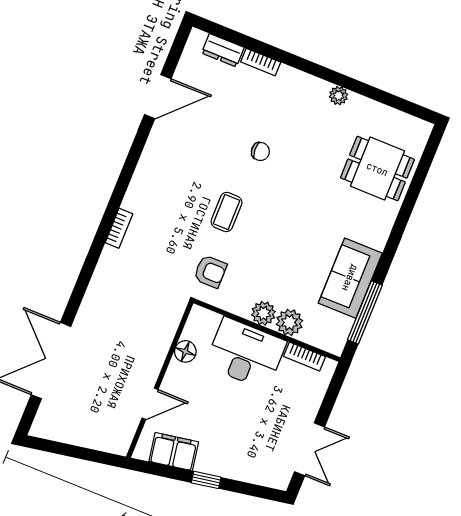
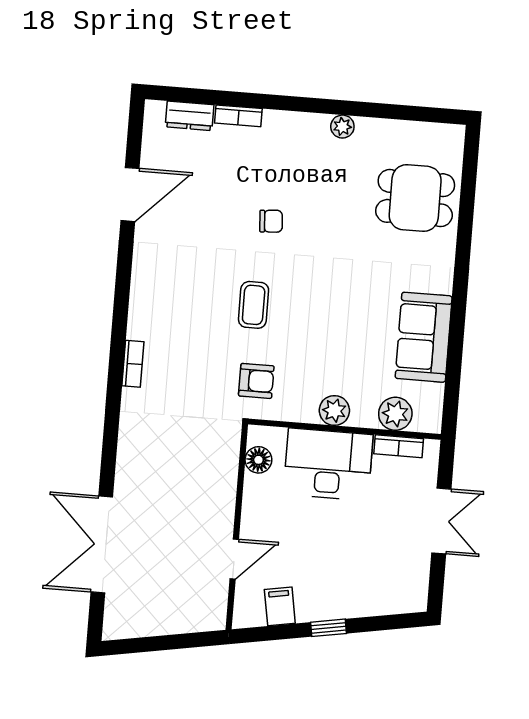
window: (365, 312) -> (453, 372), removed
plant: (289, 322) -> (395, 414), moved
floor lamp: (185, 351) -> (258, 460), moved
double door: (309, 449) -> (441, 521), moved
filing cabinet: (174, 452) -> (280, 606), width x0.50

